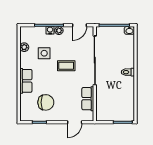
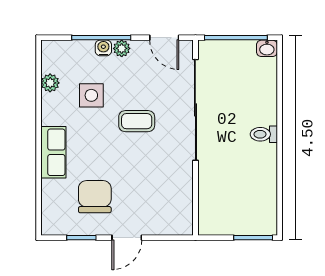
door: (80, 25) -> (164, 38), hinge flipped
row of seats: (88, 99) -> (181, 189), removed
chair: (46, 102) -> (95, 197), turned -90
door: (75, 122) -> (127, 238), moved

